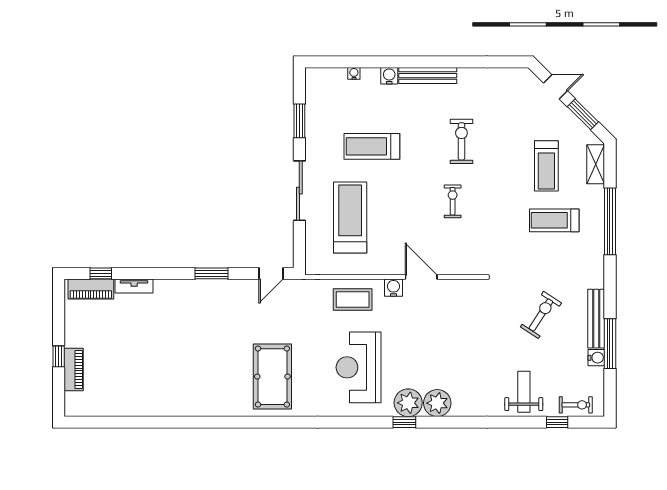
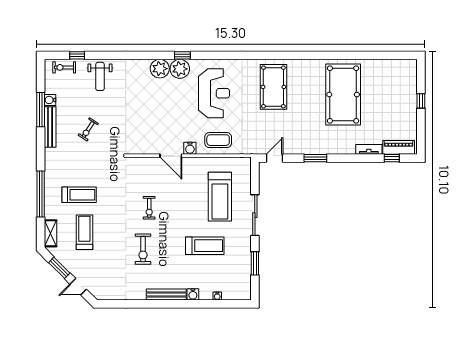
exercise bike: (541, 315) -> (88, 129), width x0.73, depth x0.72
pool table: (171, 366) -> (343, 95), added
piano: (74, 370) -> (411, 92), removed

